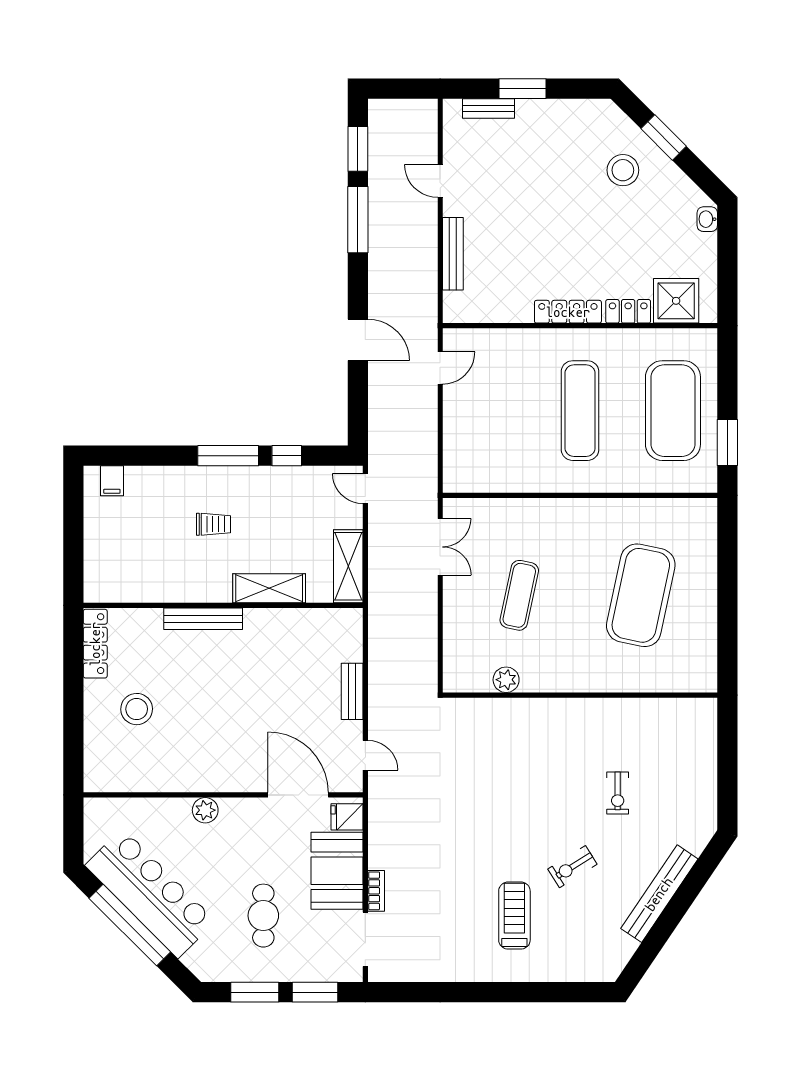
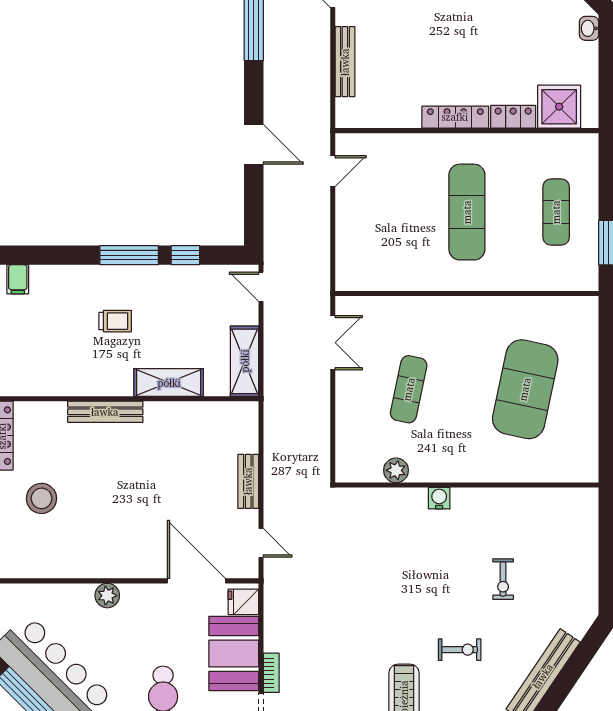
exercise mat: (673, 411) -> (556, 212), width x0.50, depth x0.69
water cooler: (551, 709) -> (439, 498), added
exercise bike: (572, 867) -> (460, 650), turned -148

